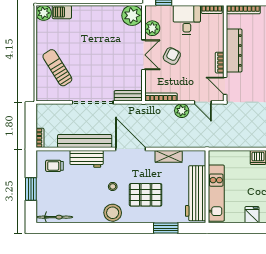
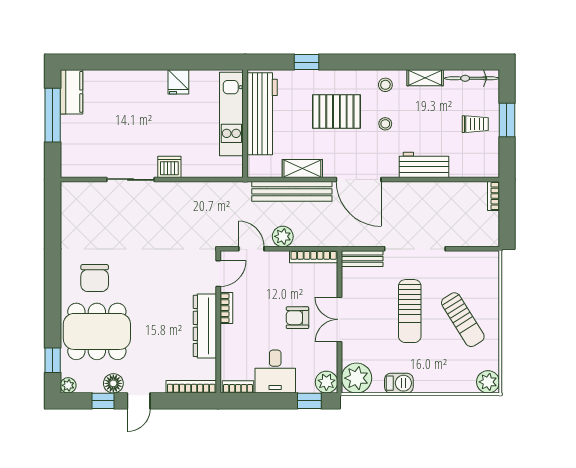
barbecue: (62, 12) -> (399, 383), moved
plant: (152, 28) -> (326, 382), moved
armchair: (172, 56) -> (297, 318), turned 63
sun lounger: (96, 61) -> (410, 311), added
sun lounger: (57, 68) -> (463, 320), moved
door: (225, 86) -> (218, 274), hinge flipped
bench: (85, 141) -> (292, 191), moved
trolley: (54, 166) -> (475, 124), moved
stool: (113, 213) -> (385, 85), width x0.53, depth x0.53
shelving: (86, 217) -> (425, 78), added
window: (166, 228) -> (306, 62), width x0.67

